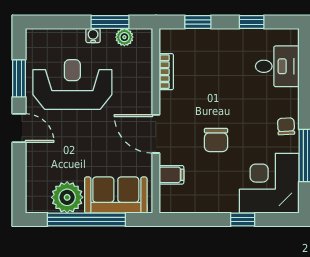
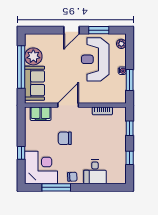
plant: (124, 37) -> (121, 44), moved
desk: (277, 66) -> (95, 172), moved
reception desk: (72, 85) -> (95, 59), turned 180
filing cabinet: (171, 175) -> (41, 114), width x2.00

